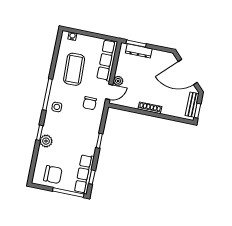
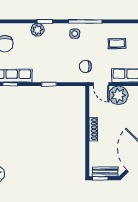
coffee table: (74, 69) -> (117, 43), width x0.54, depth x0.58
plant: (118, 81) -> (118, 95), width x1.88, depth x1.88

